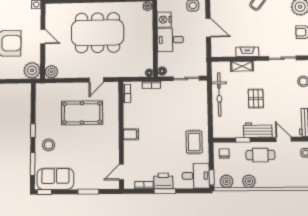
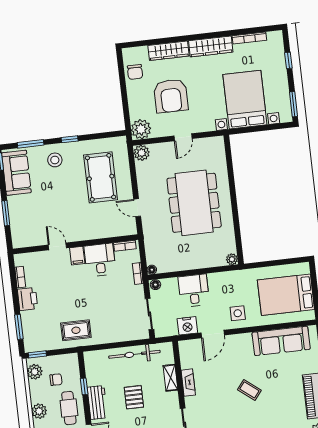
nightstand: (164, 20) -> (187, 326), moved, turned 180
pallet: (256, 99) -> (134, 397), turned 90
pool table: (82, 113) -> (101, 177), moved
chair: (224, 153) -> (56, 380), moved
door: (121, 172) -> (57, 246), moved
desk: (196, 176) -> (100, 260), moved, turned 180
plant: (249, 181) -> (39, 411), moved
window: (165, 191) -> (19, 327), moved

